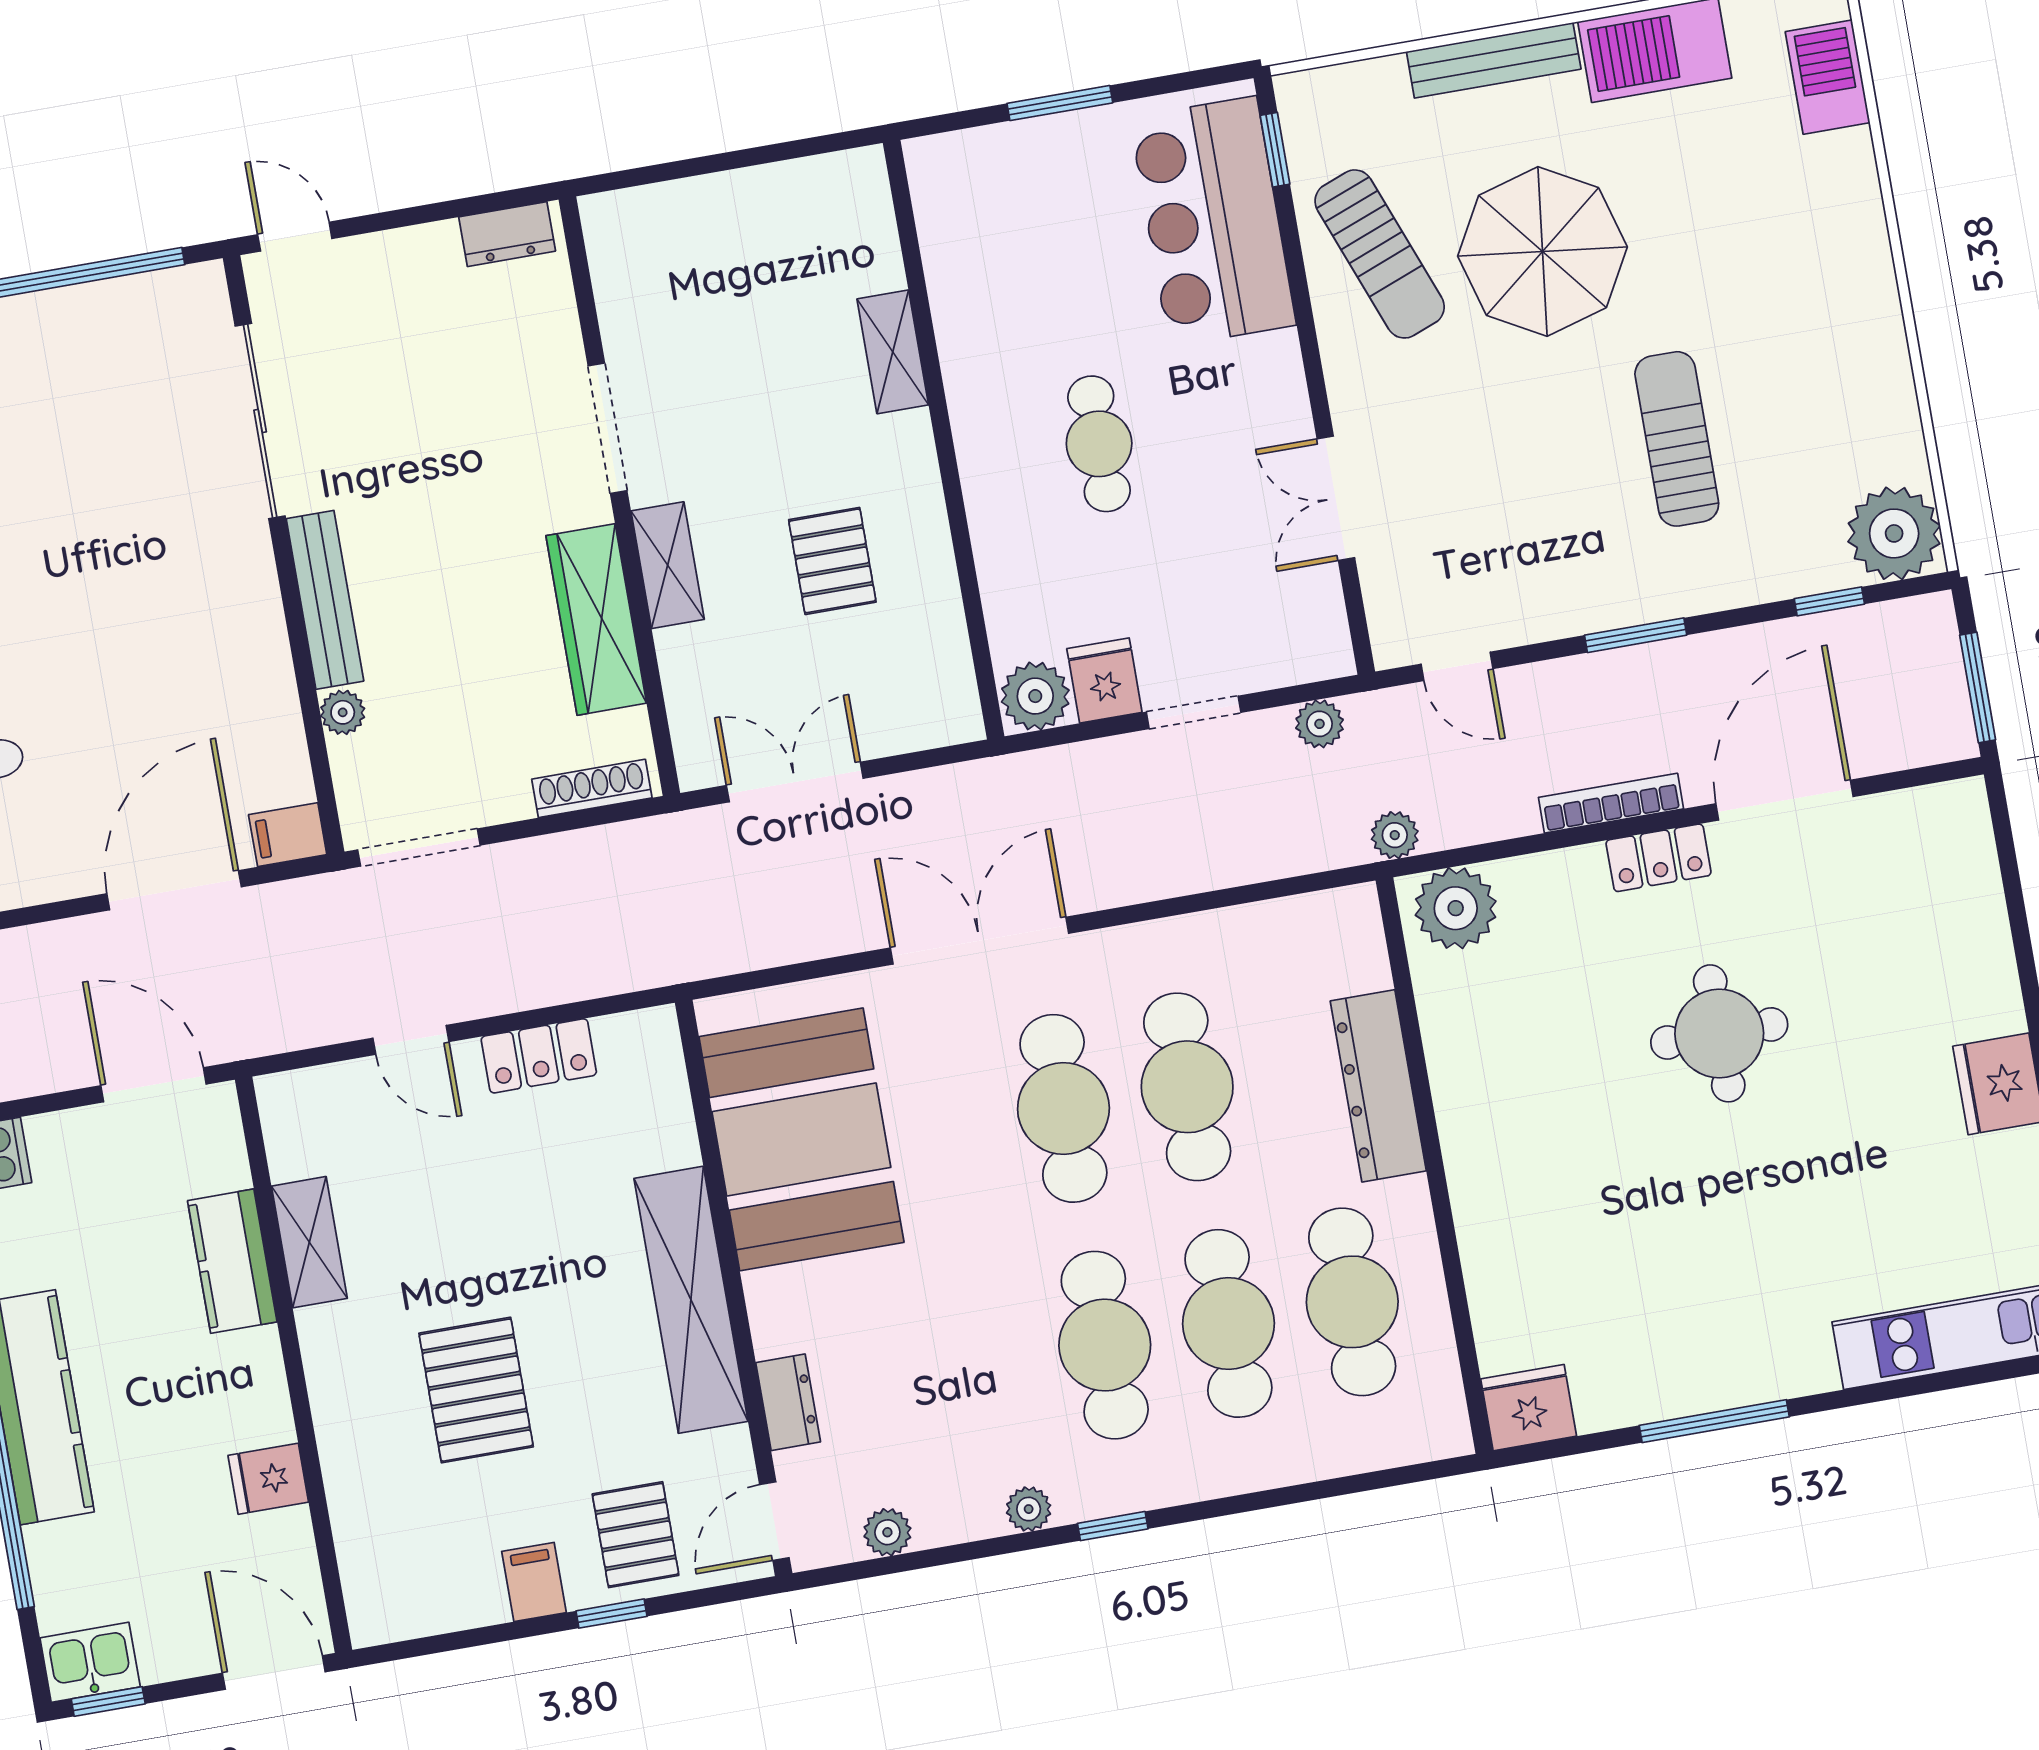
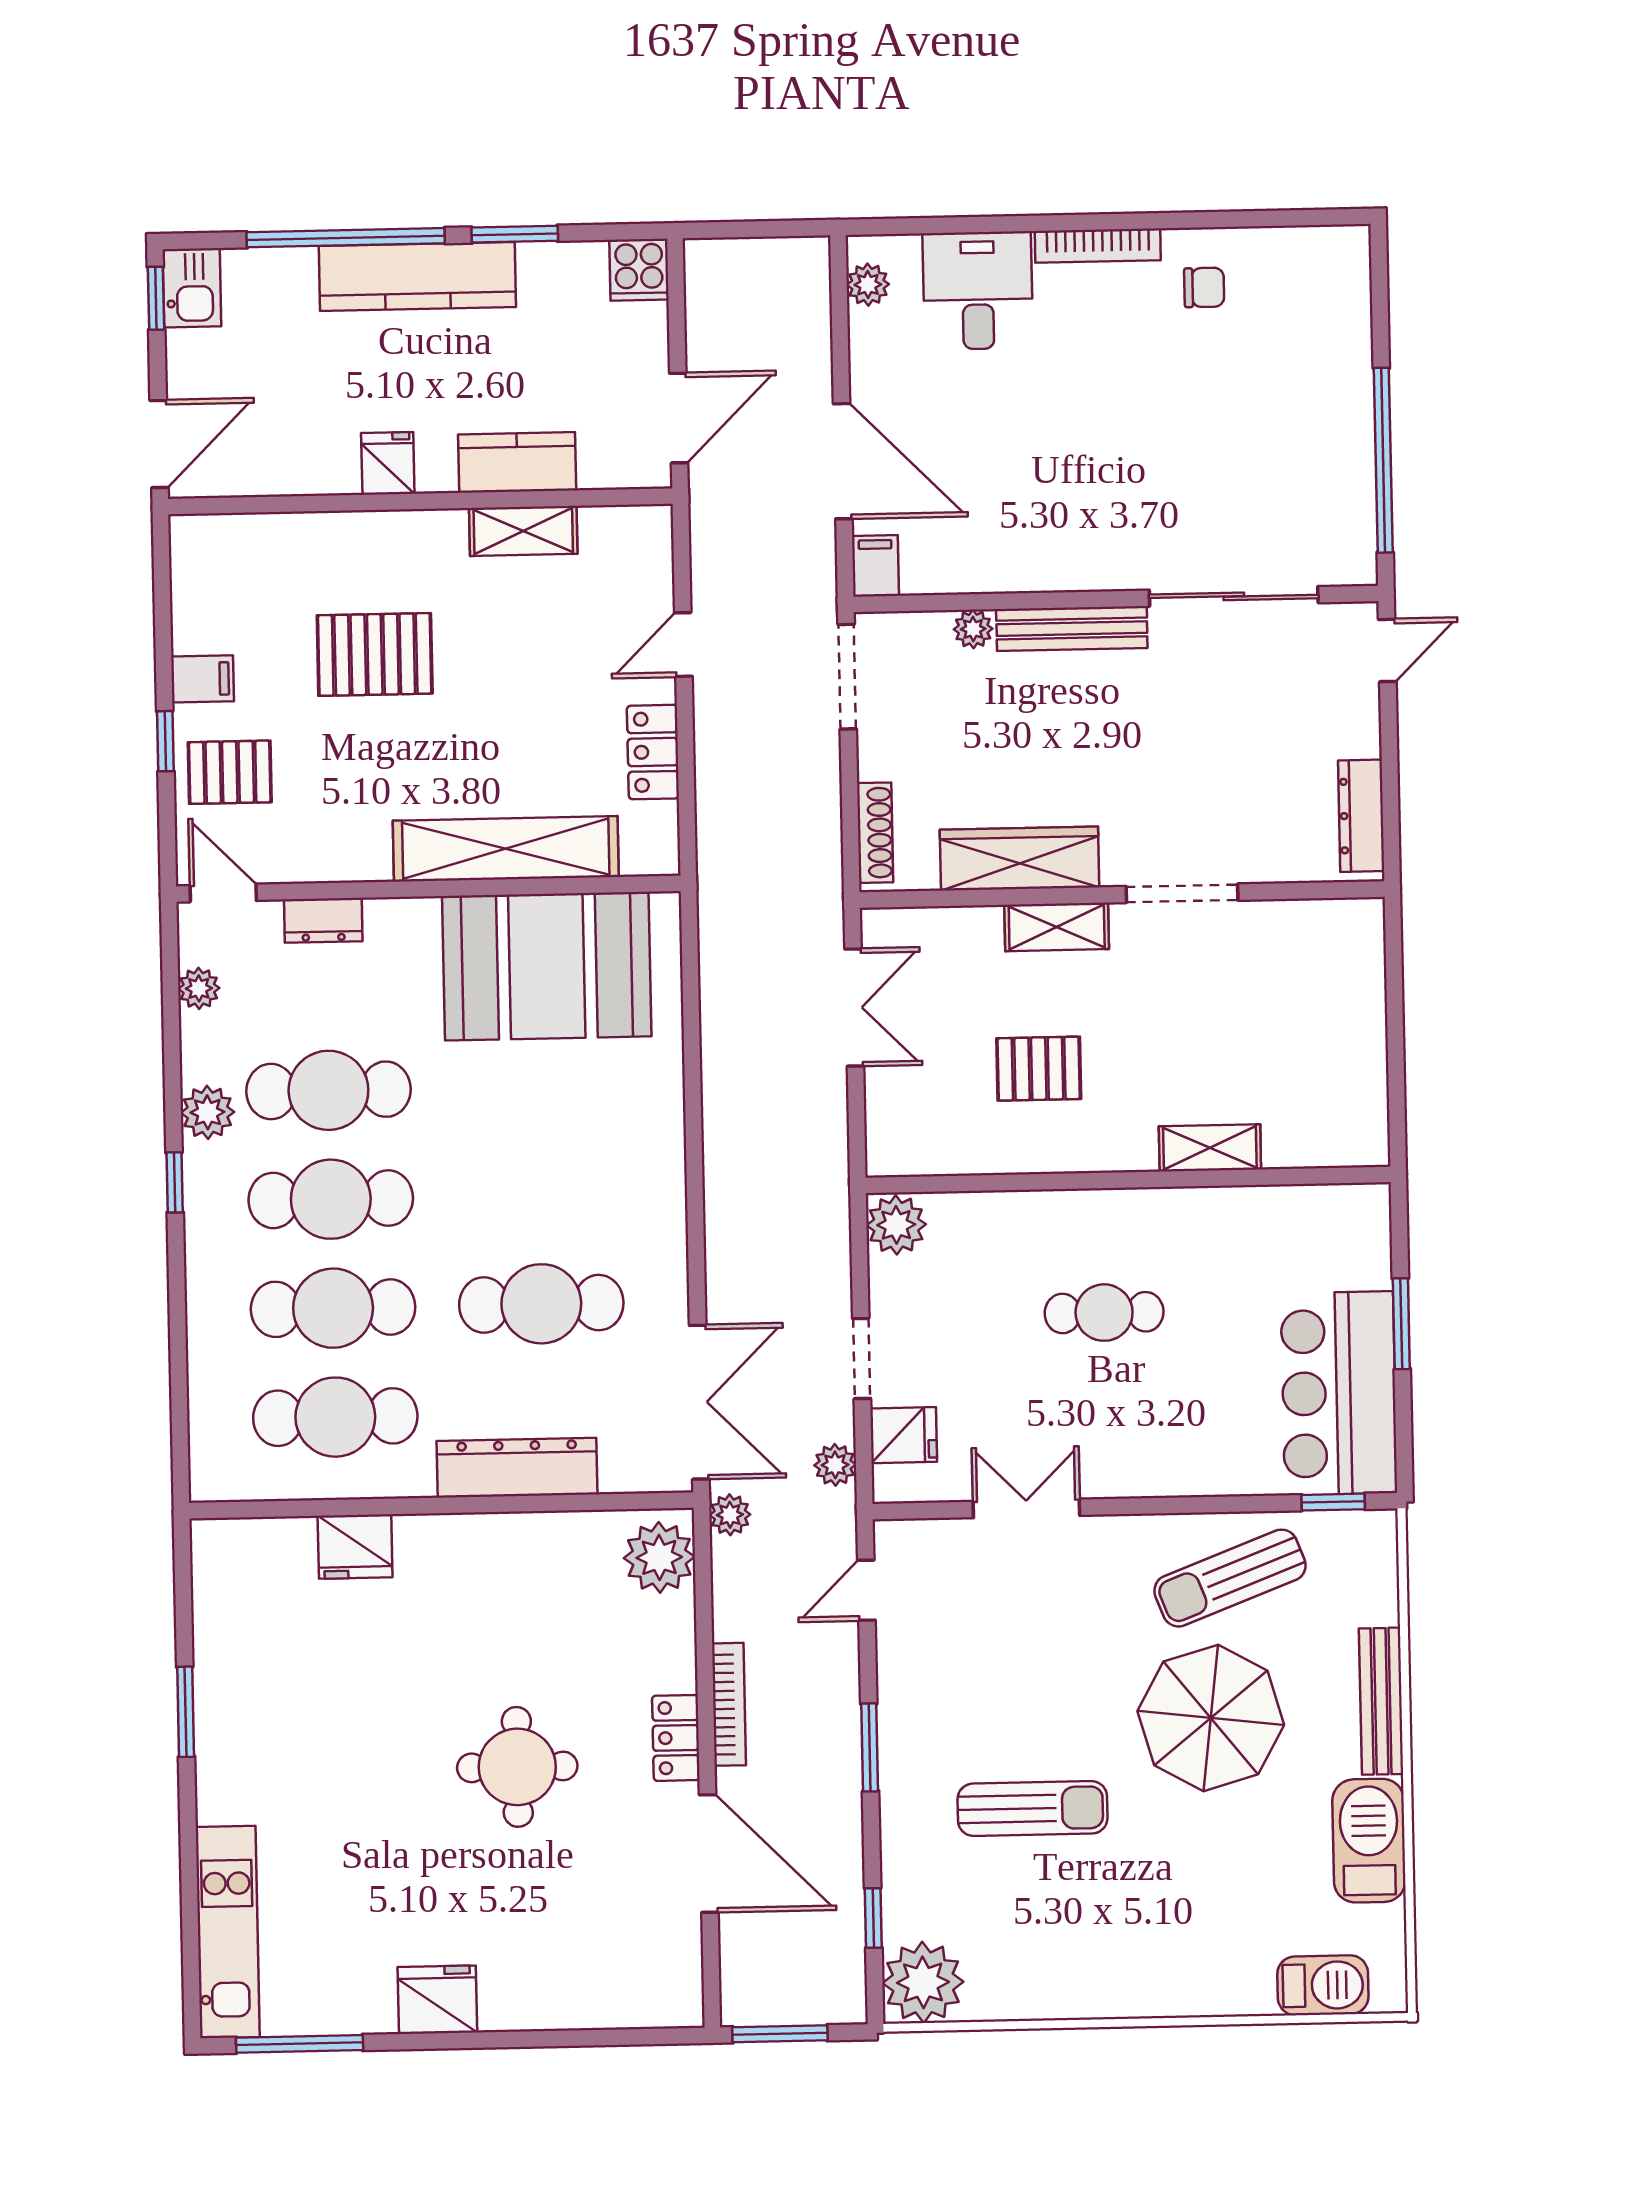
bar counter: (1213, 221) -> (1339, 1393), moved, turned -90
dresser: (507, 234) -> (1361, 816), width x1.44
fridge: (1104, 681) -> (904, 1435), moved
double door: (979, 941) -> (699, 1402), moved
cafe table: (1063, 1108) -> (328, 1090), moved
shelving: (691, 1300) -> (506, 849), moved
fridge: (1529, 1408) -> (355, 1547), moved, turned 90
window: (1714, 1421) -> (186, 1712), width x0.69
fridge: (268, 1479) -> (388, 463), moved
plant: (1029, 1509) -> (207, 1112), width x1.38, depth x1.38

